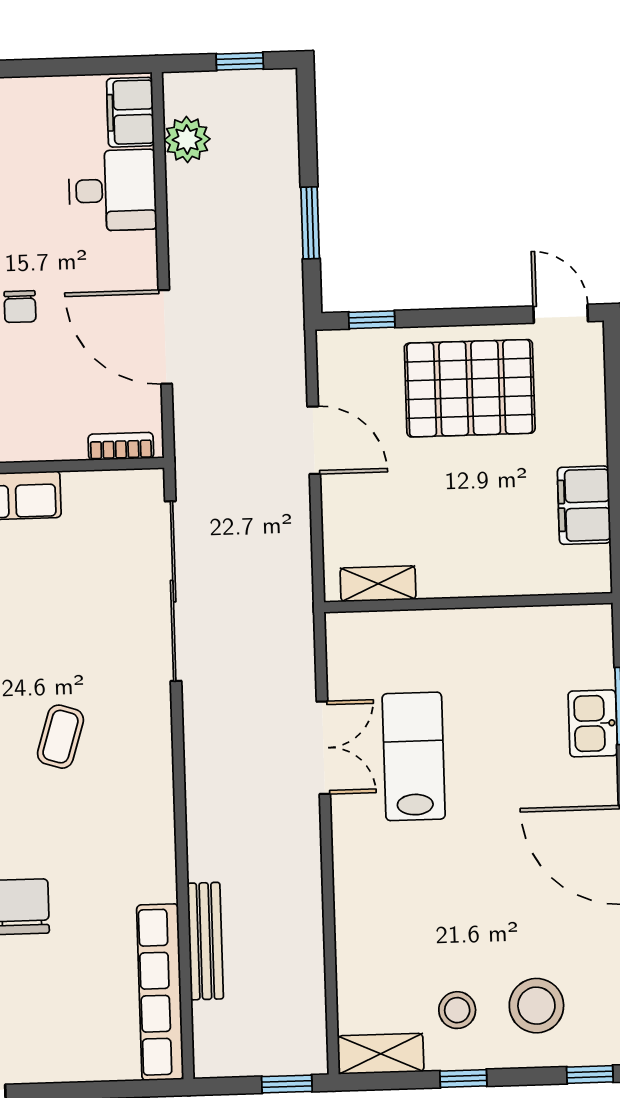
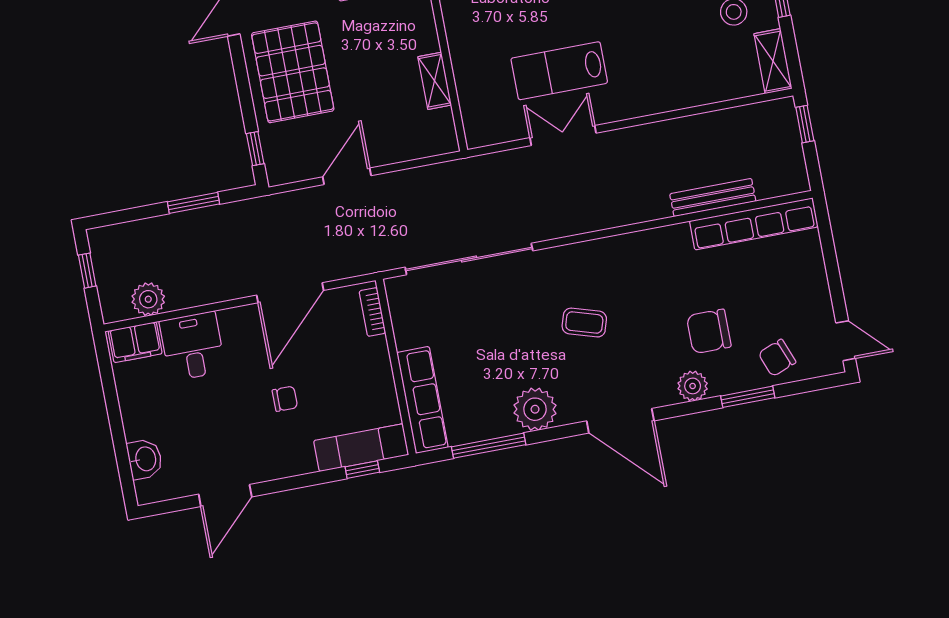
shelving: (378, 584) -> (435, 81), moved

